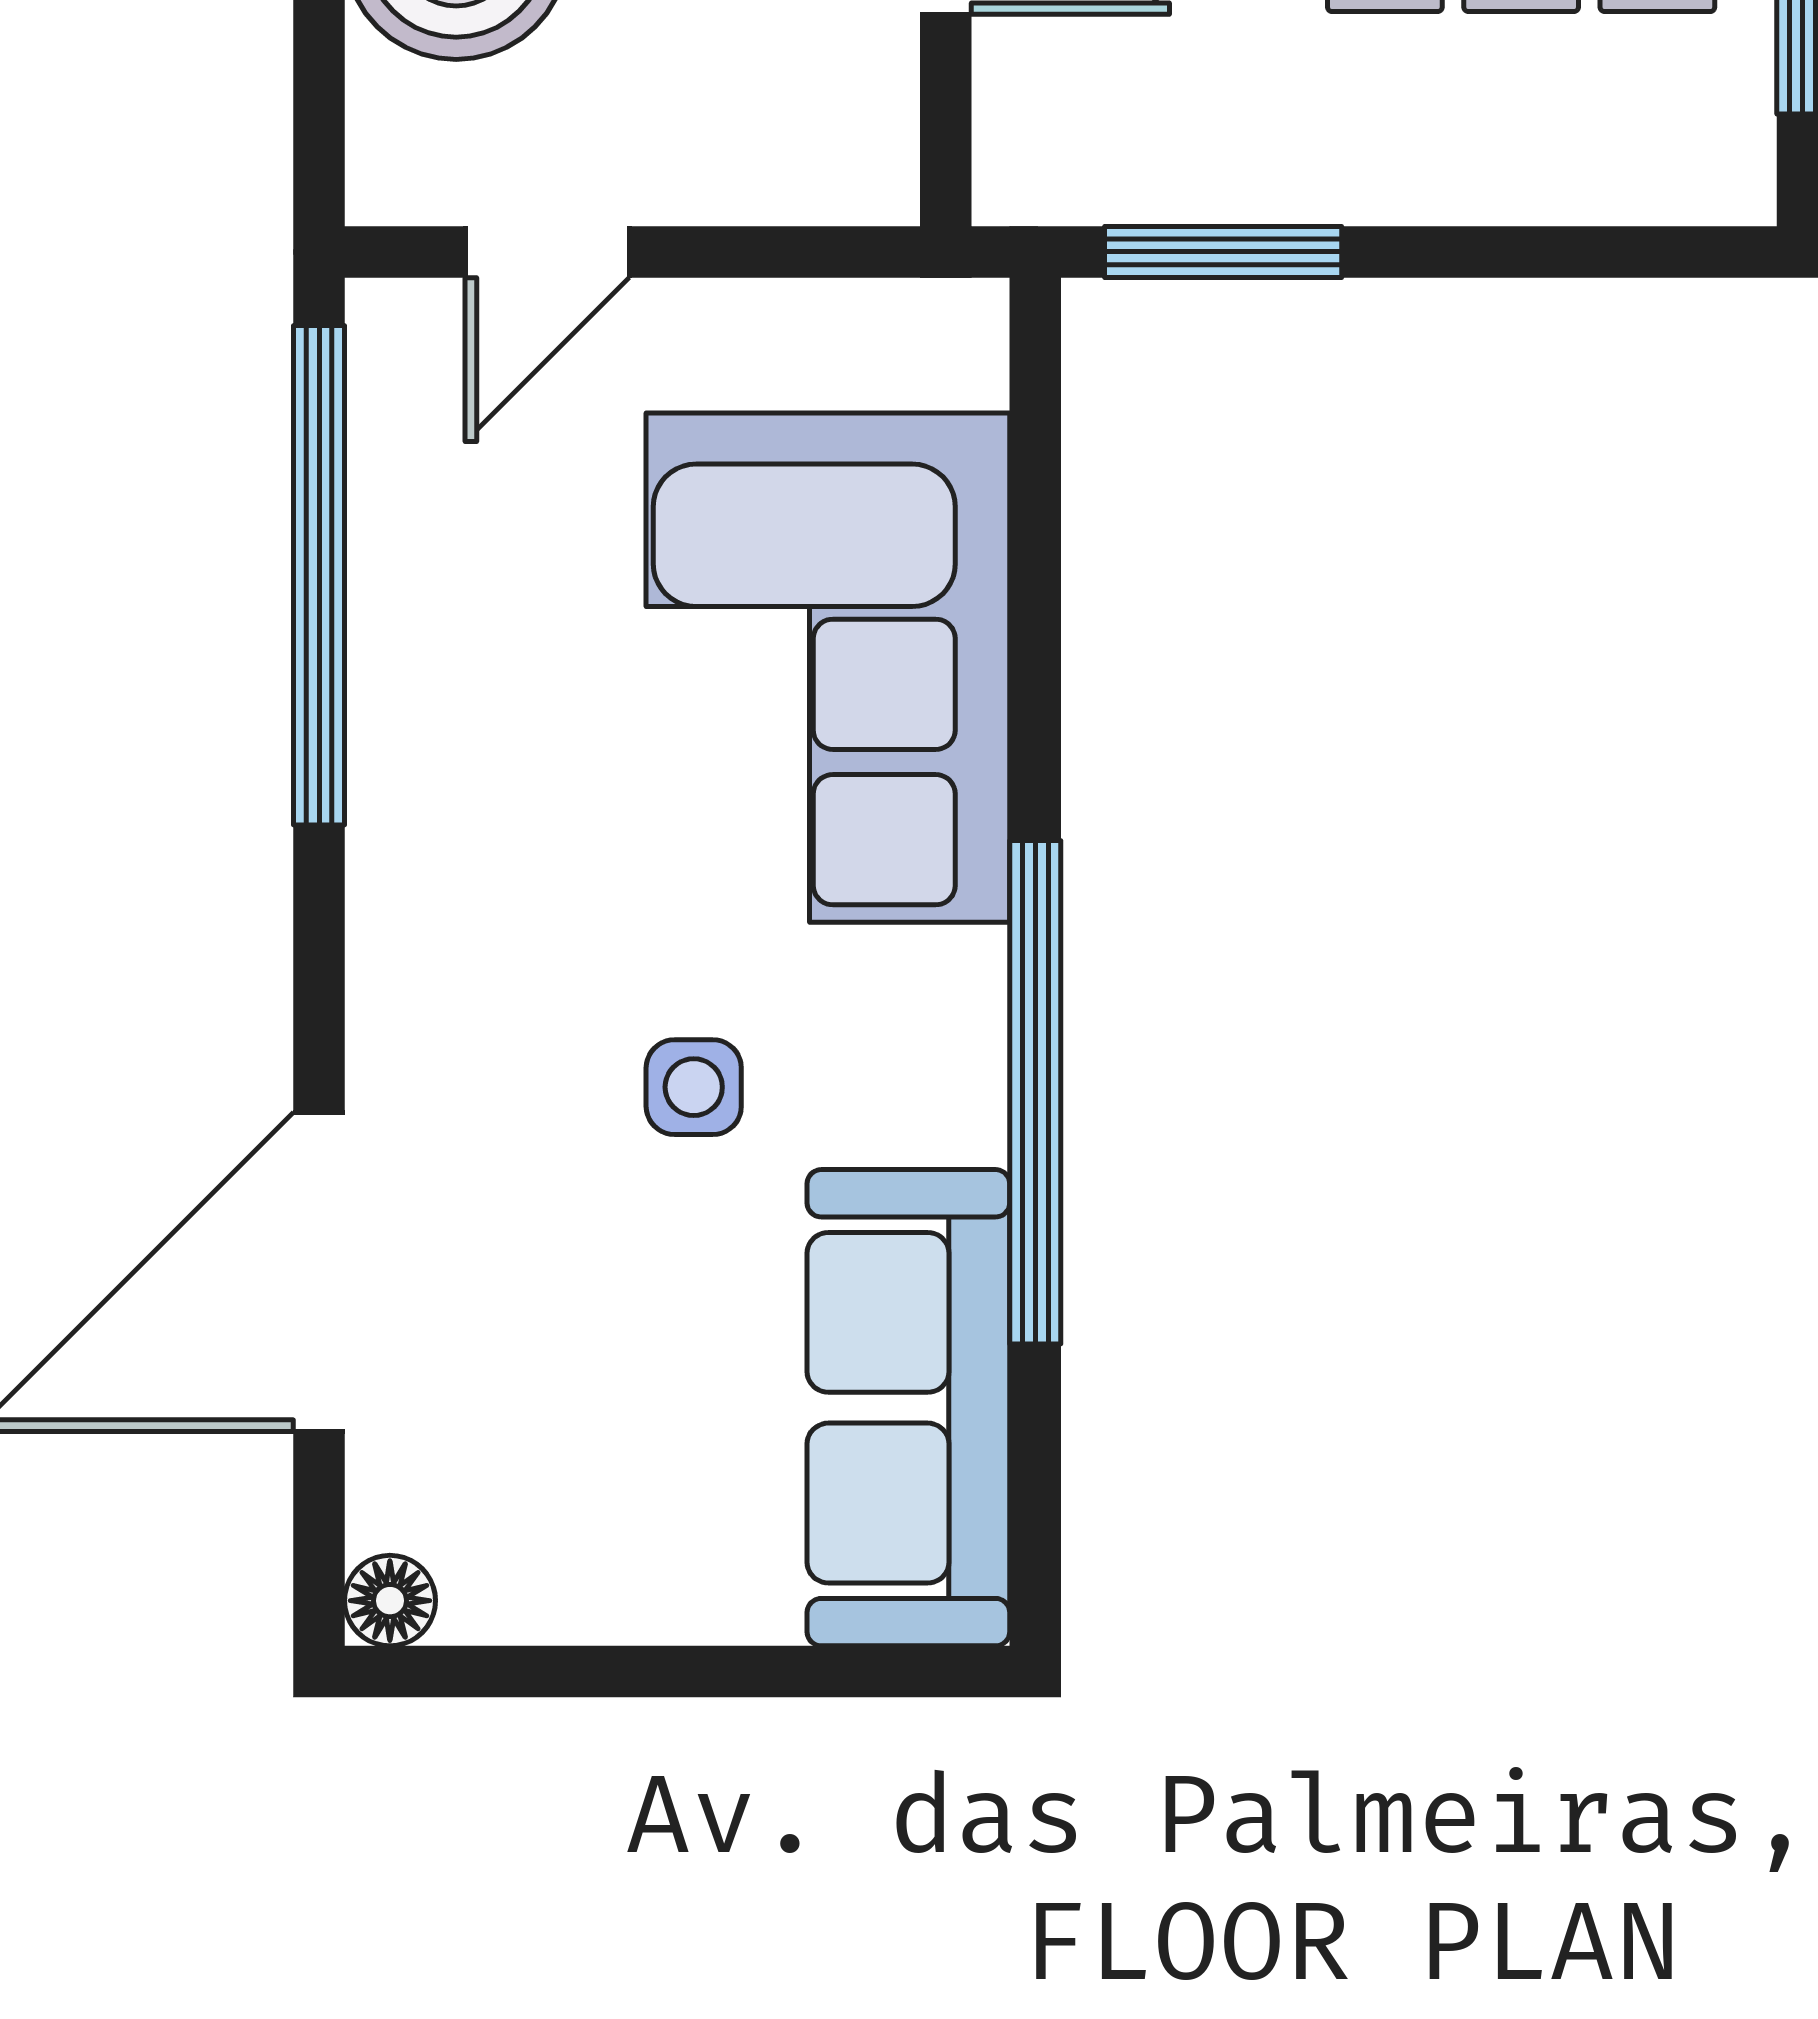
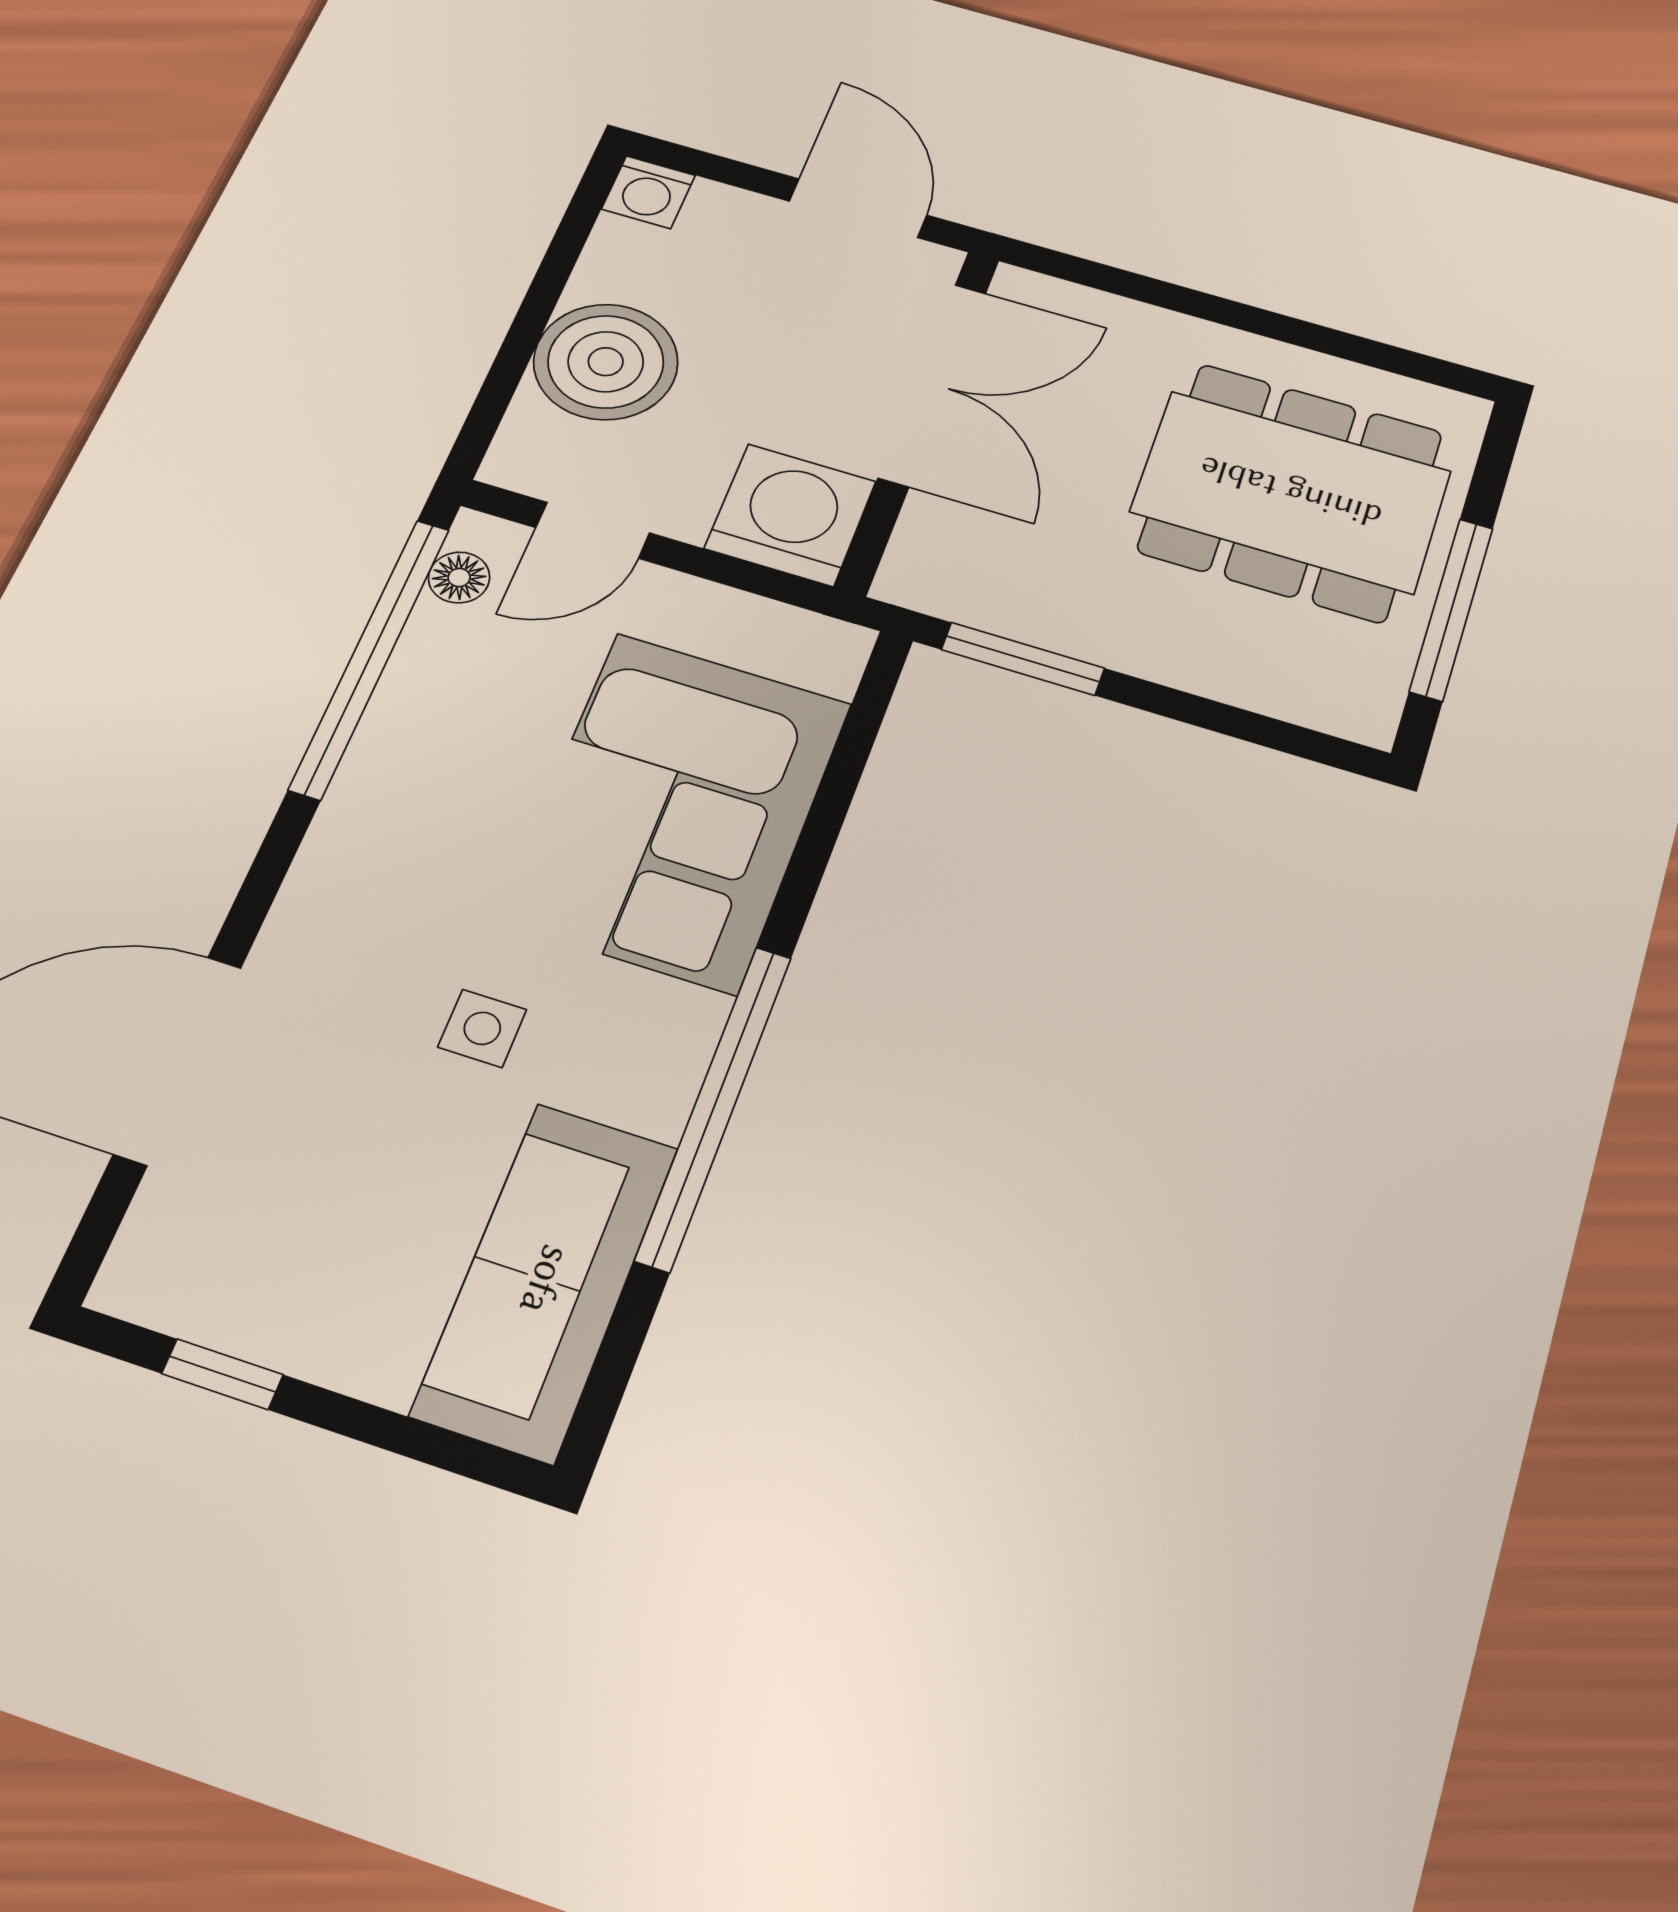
washing machine: (818, 124) -> (790, 515), added
floor lamp: (390, 1601) -> (459, 578), moved
window: (557, 1672) -> (222, 1374), added

